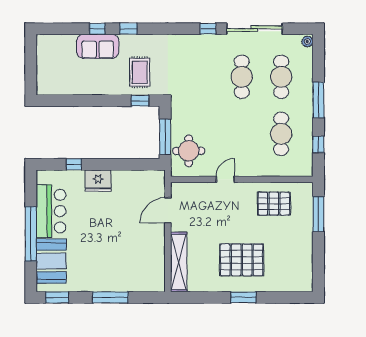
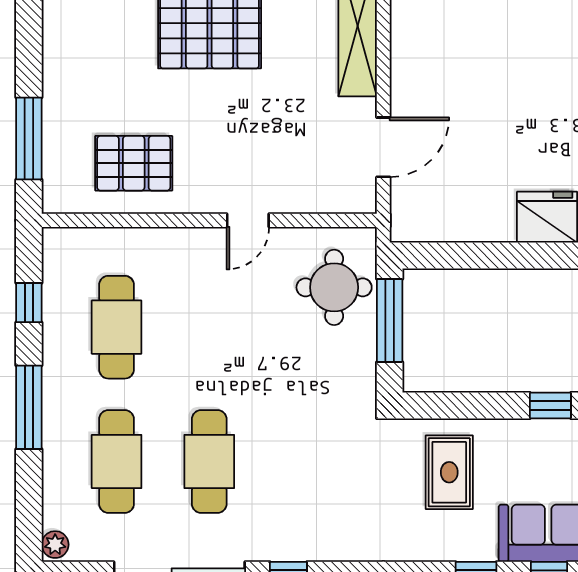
window: (140, 101) -> (550, 406), moved

